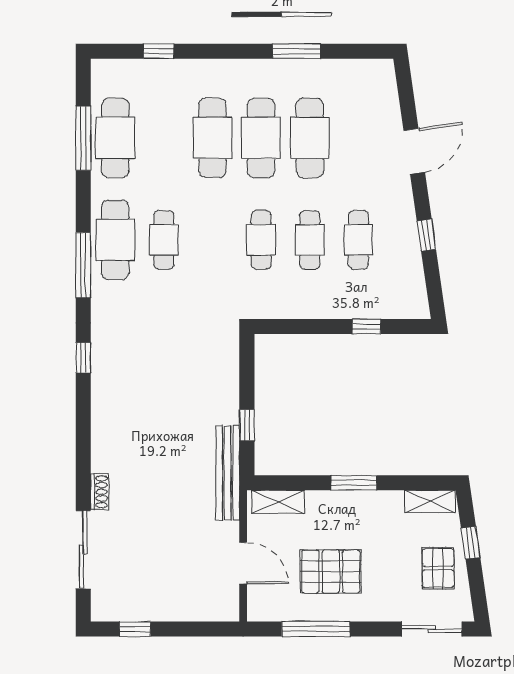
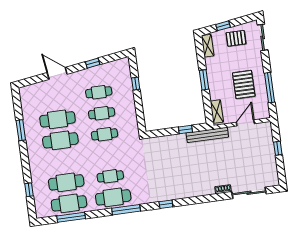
cafe table: (212, 138) -> (66, 182), moved
window: (135, 629) -> (278, 148), moved

